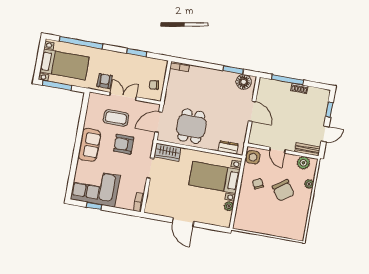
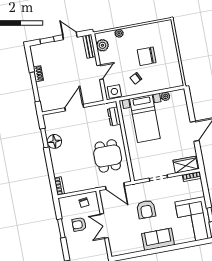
armchair: (105, 81) -> (79, 224), moved
floor lamp: (244, 82) -> (54, 141), moved
coffee table: (116, 118) -> (126, 225), removed
dining table: (191, 126) -> (108, 156), turned 90
wardrobe: (168, 152) -> (185, 165), moved, turned -90
chair: (283, 190) -> (147, 56), moved, turned -145

